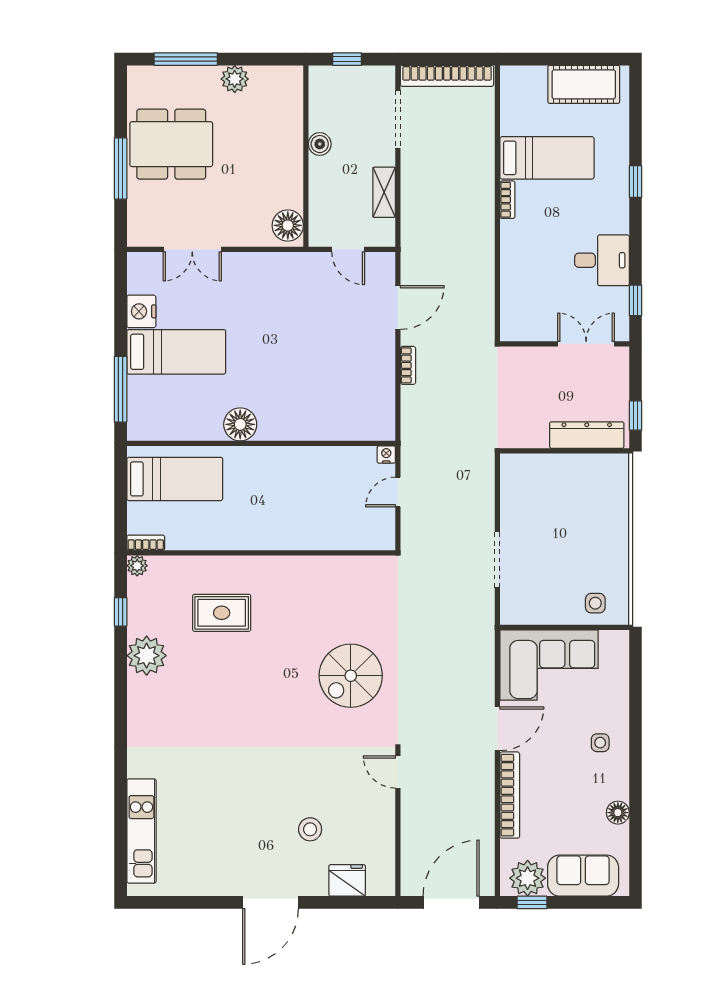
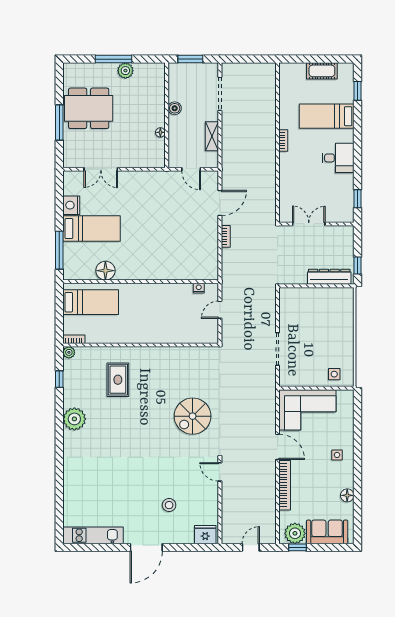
window: (186, 59) -> (114, 59), moved
window: (347, 59) -> (190, 59), width x1.50
bookcase: (447, 76) -> (248, 69), removed
cot: (584, 84) -> (322, 71), width x0.73, depth x0.75
bed: (547, 158) -> (327, 116), moved, turned 180
window: (636, 182) -> (357, 91), moved
floor lamp: (288, 225) -> (160, 132), moved, width x0.53, depth x0.53
desk: (602, 260) -> (338, 158), moved
double door: (586, 344) -> (309, 224), moved
floor lamp: (240, 424) -> (105, 271), moved
nightstand: (386, 455) -> (199, 288), moved
rug: (222, 613) -> (118, 380), turned 90
plant: (147, 656) -> (74, 419), moved
door: (497, 729) -> (278, 447), hinge flipped
kitchen unit: (141, 831) -> (93, 535), moved, turned -90
fridge: (347, 880) -> (205, 535), moved
door: (451, 902) -> (251, 547), width x0.53

